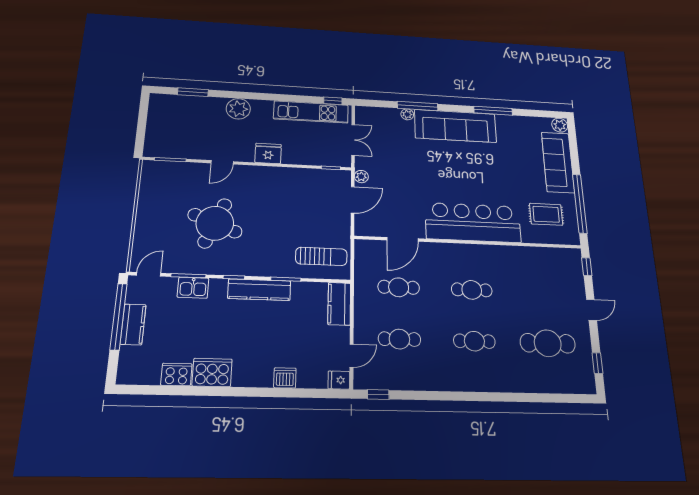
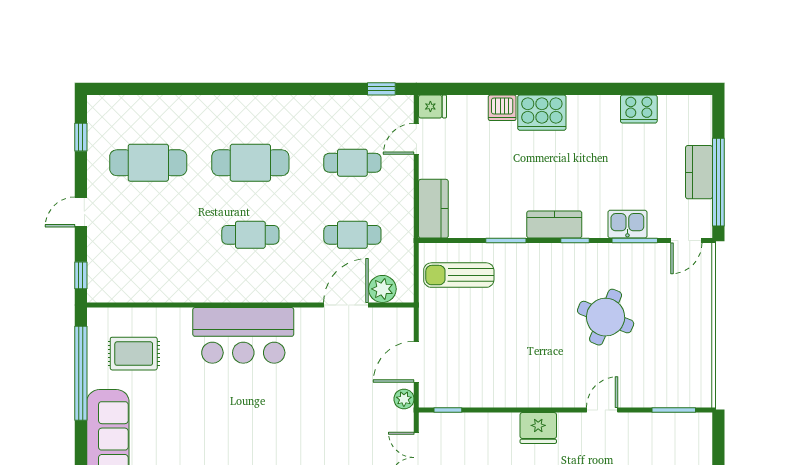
round table: (215, 223) -> (606, 317), width x0.73, depth x0.73
bar counter: (473, 223) -> (243, 335), width x0.73
plant: (377, 249) -> (382, 289), added
kitchen counter: (259, 290) -> (554, 224), width x0.67
cafe table: (474, 341) -> (250, 163), width x1.37, depth x1.35
cooker: (212, 372) -> (542, 113), moved

